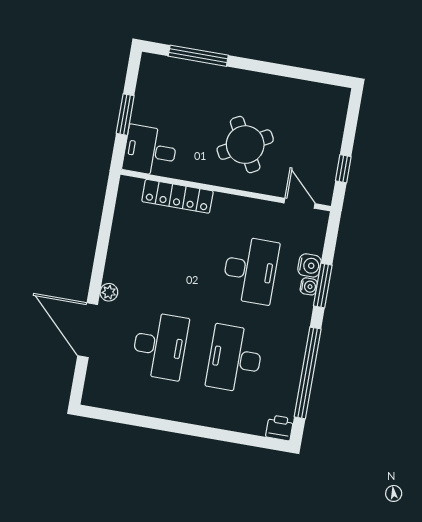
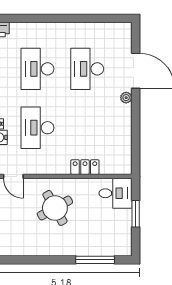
locker: (177, 196) -> (85, 167), width x0.66
desk: (235, 359) -> (37, 69), turned 180

